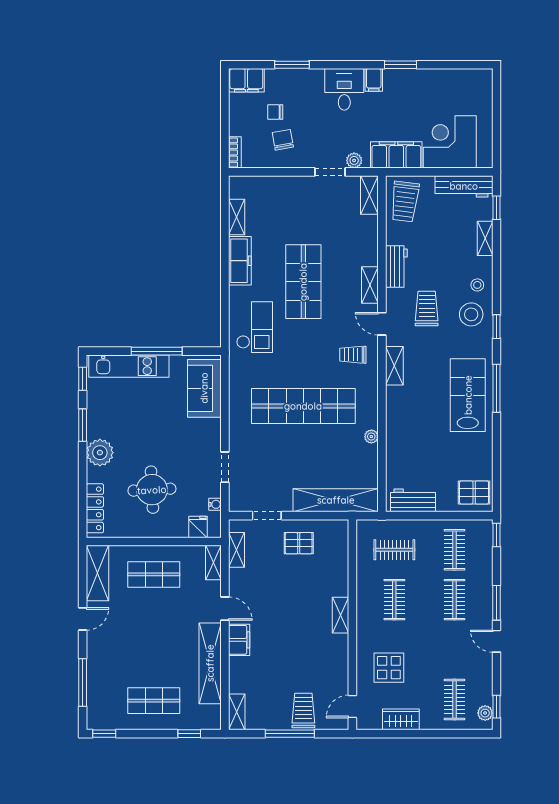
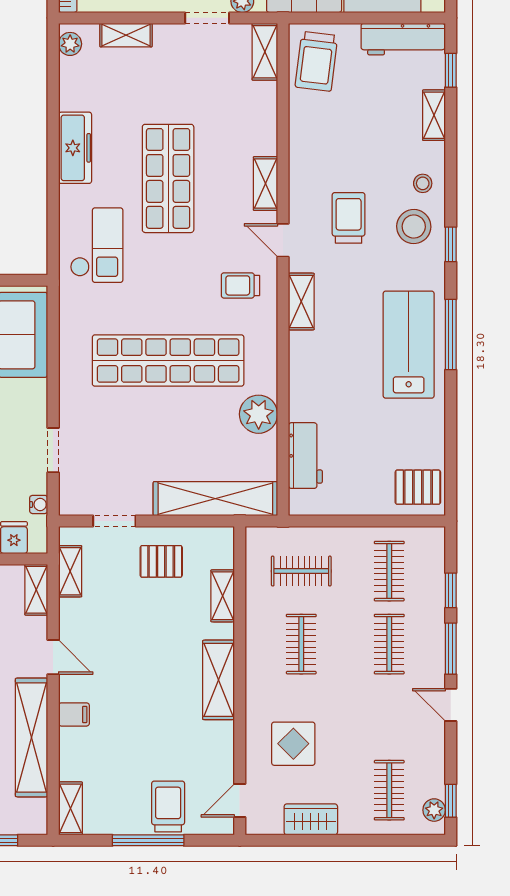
plant: (236, 190) -> (70, 44), added
shelving: (237, 217) -> (126, 35), moved, turned 90
workbench: (396, 266) -> (304, 156), removed
plant: (371, 437) -> (259, 414), width x1.87, depth x1.87
workbench: (413, 500) -> (305, 456), moved, turned 90
window: (496, 535) -> (451, 590), moved
shelving: (341, 567) -> (223, 596), added
shelving: (341, 615) -> (218, 680), width x1.50, depth x1.33
filing cabinet: (239, 640) -> (74, 714), width x0.50

